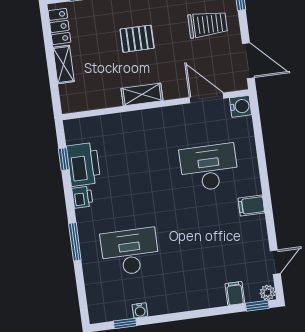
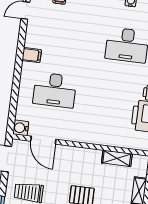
shelving: (142, 94) -> (117, 158), moved

